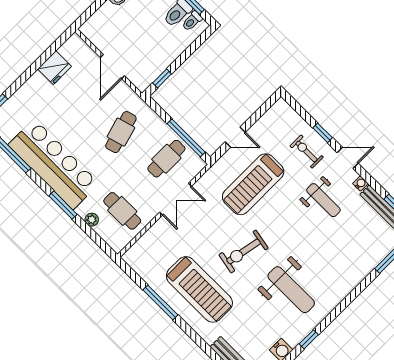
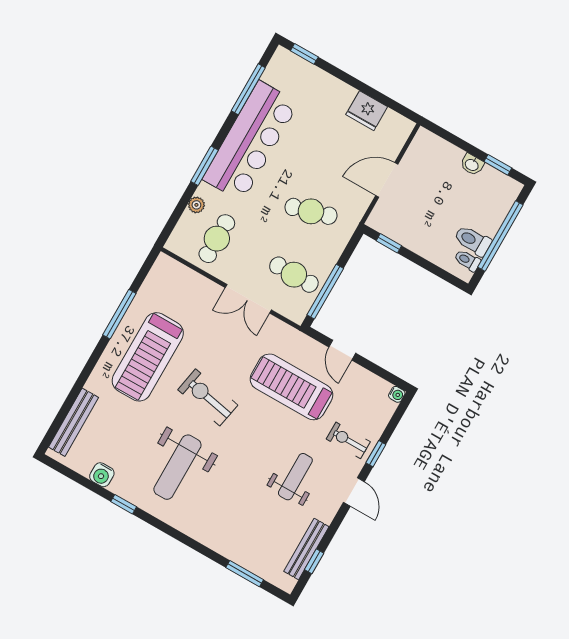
exercise bike: (307, 151) -> (348, 440), turned -90
water cooler: (360, 183) -> (397, 394), moved
weight bench: (324, 200) -> (295, 477), turned 180

